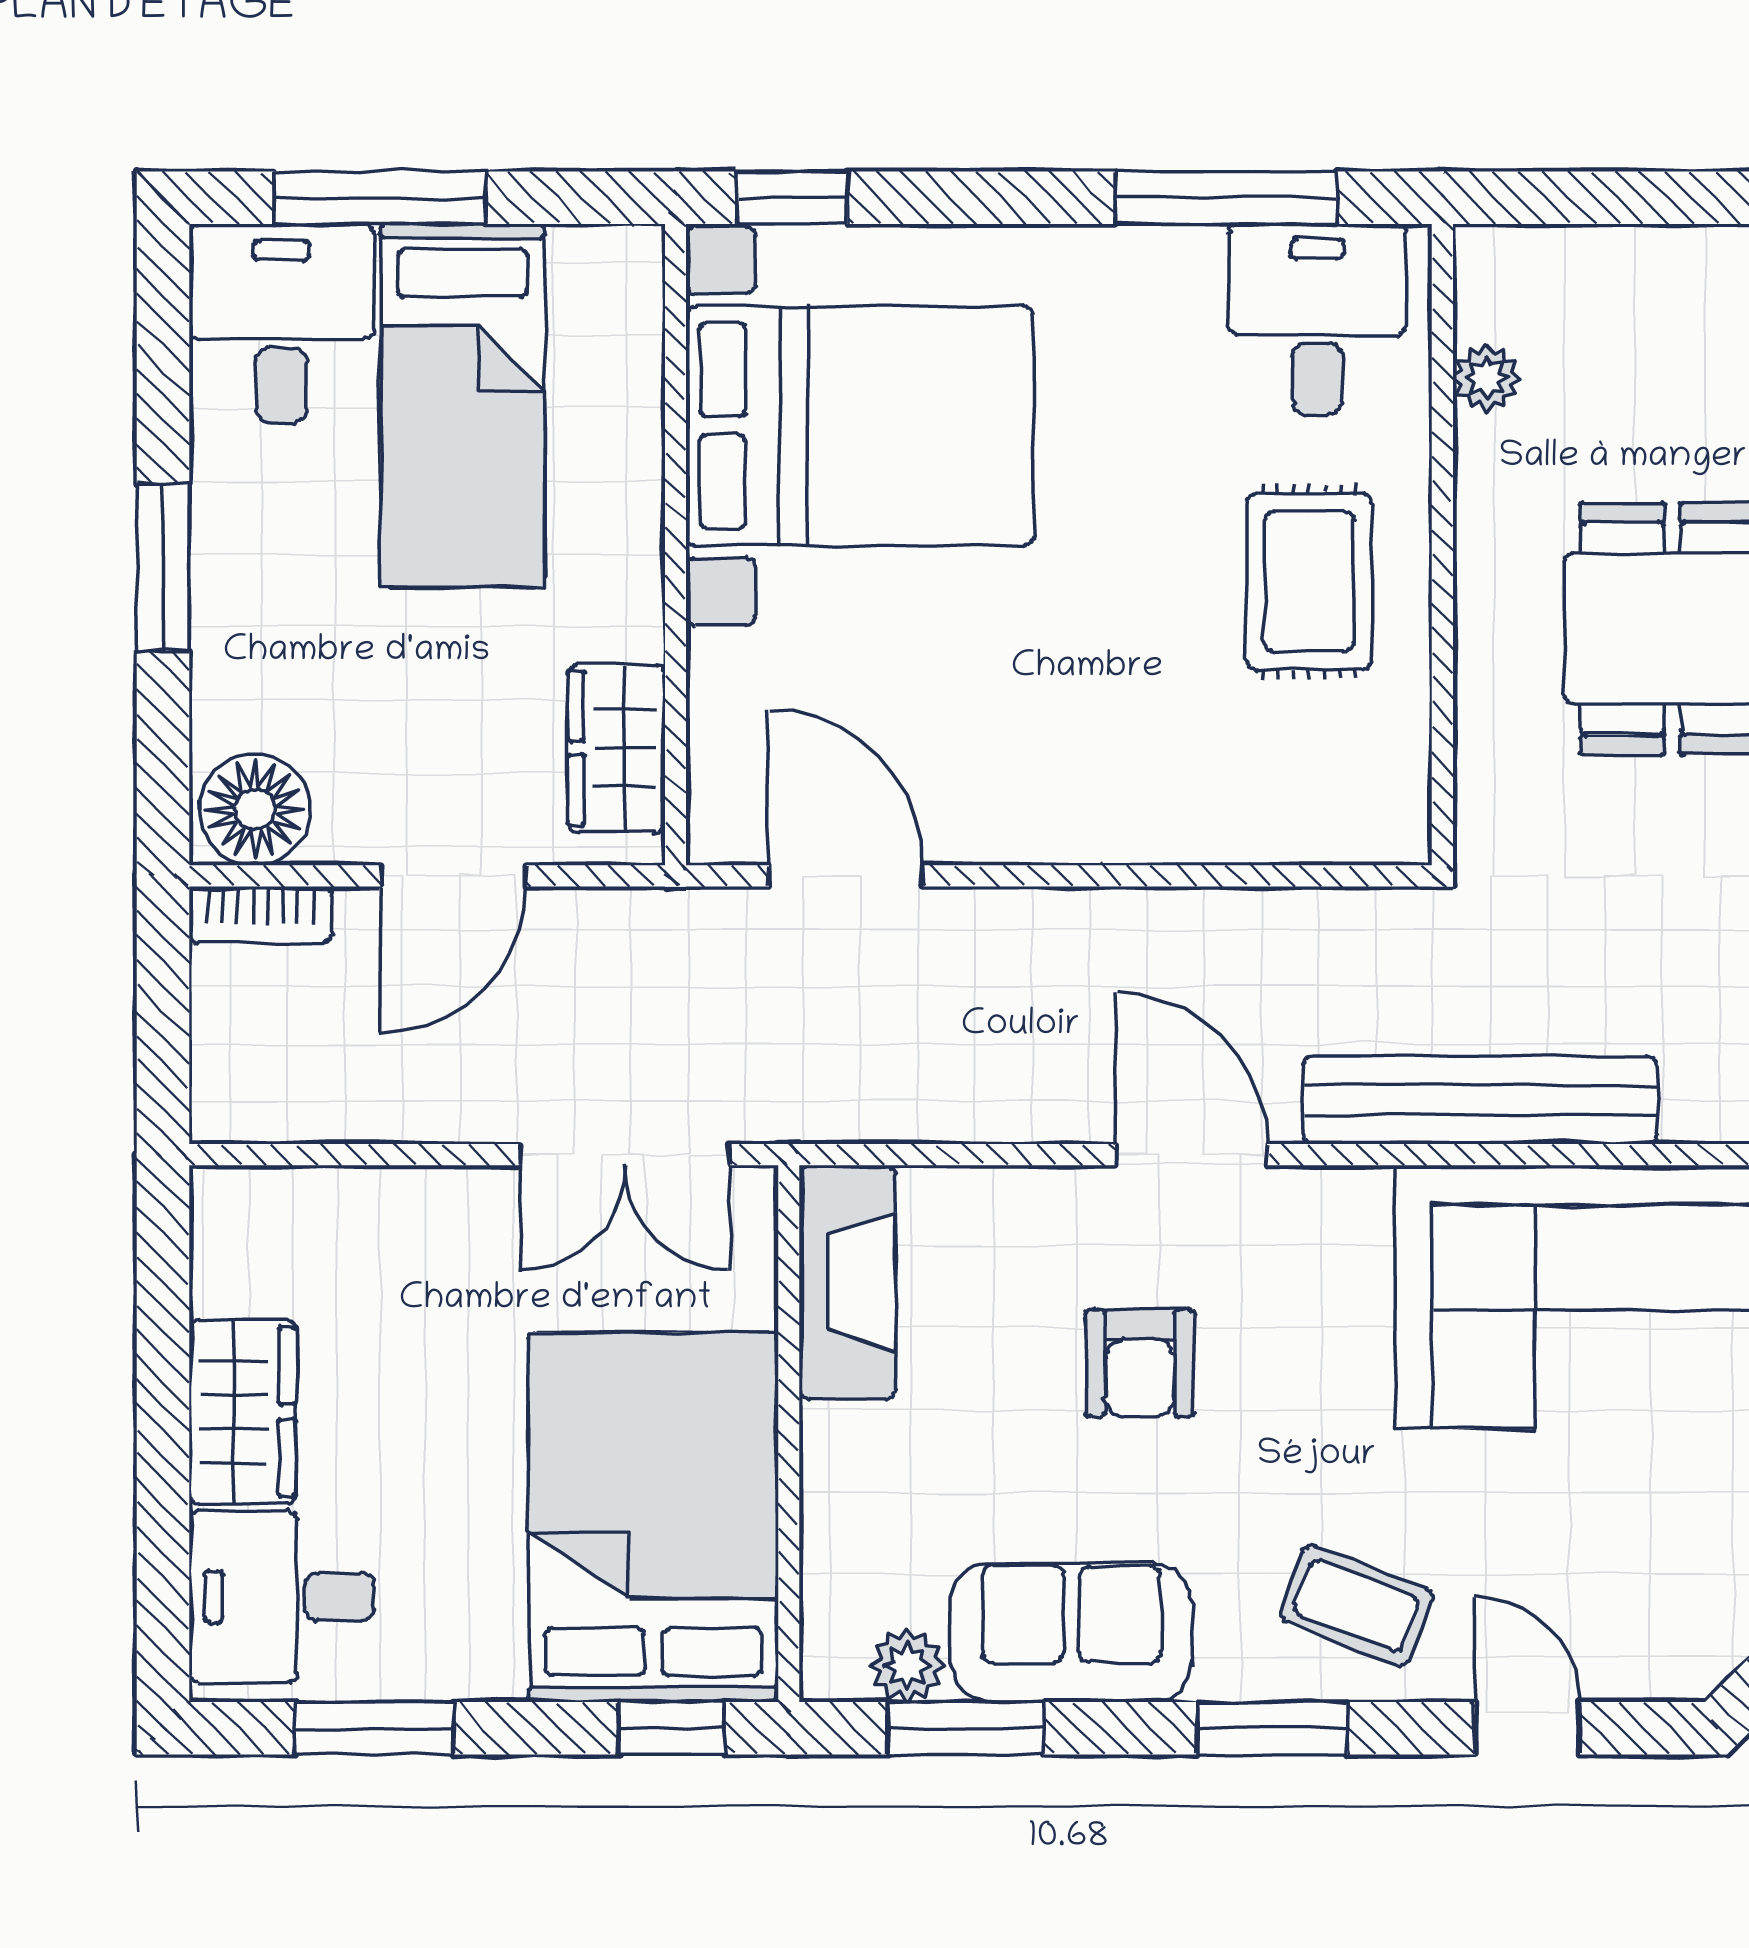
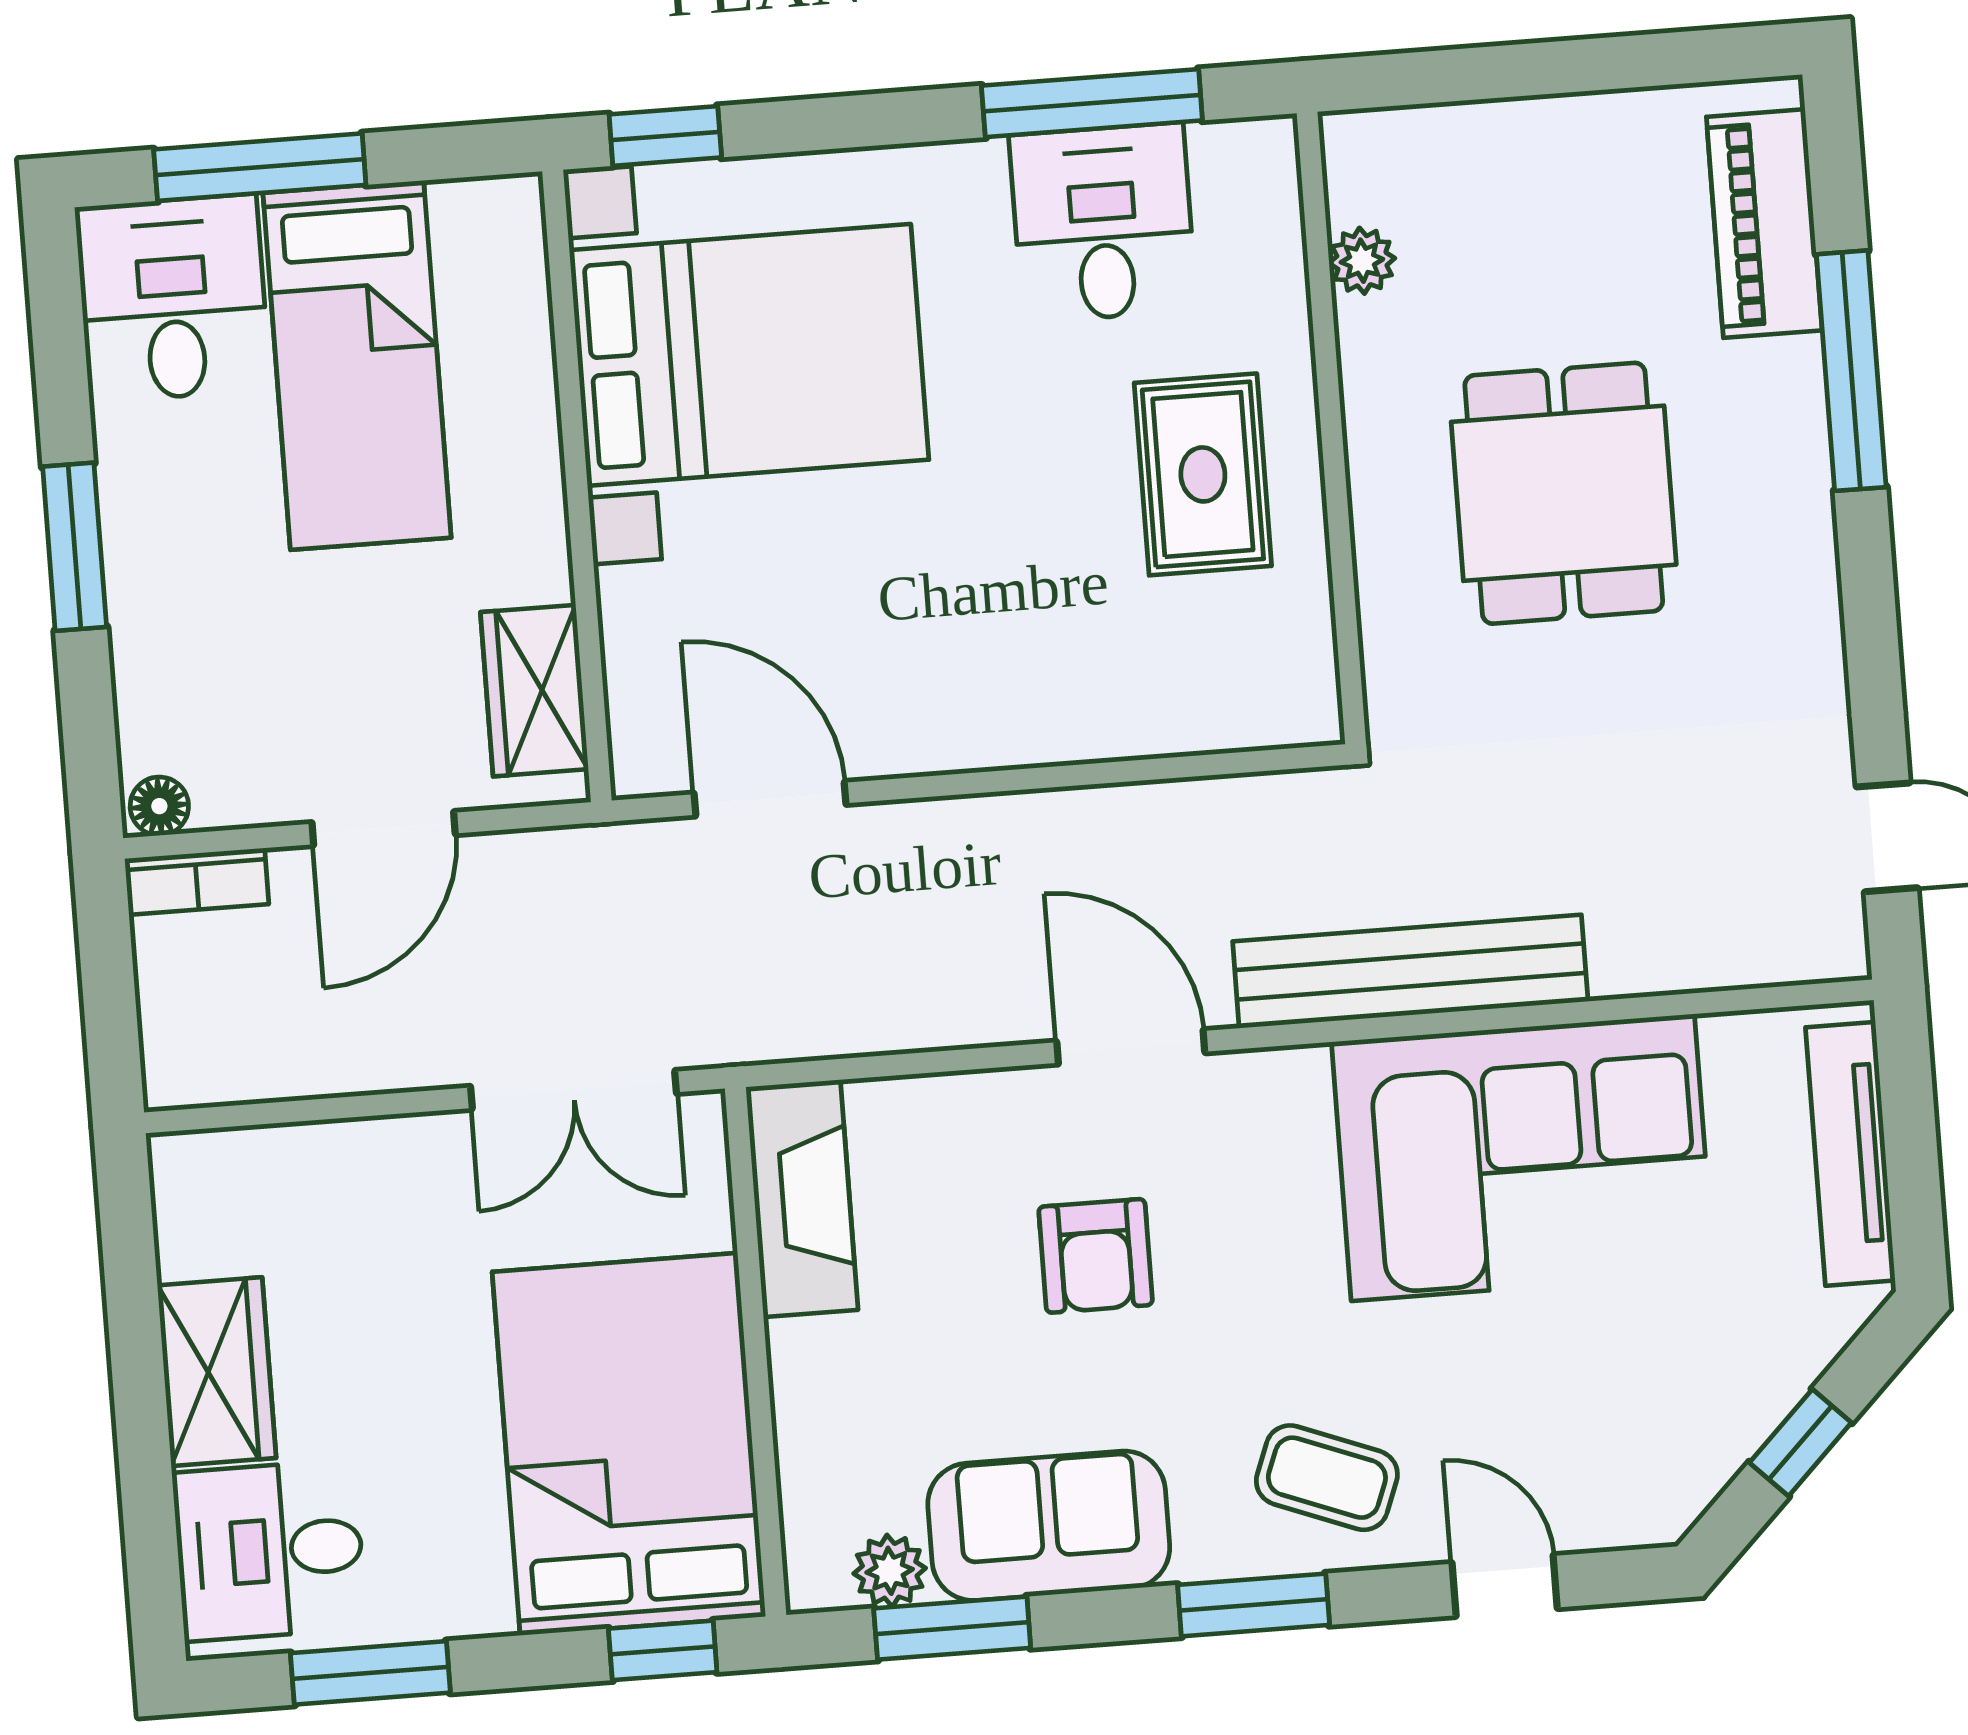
desk: (1317, 320) -> (1103, 223), moved
floor lamp: (255, 810) -> (159, 806), width x0.53, depth x0.53

